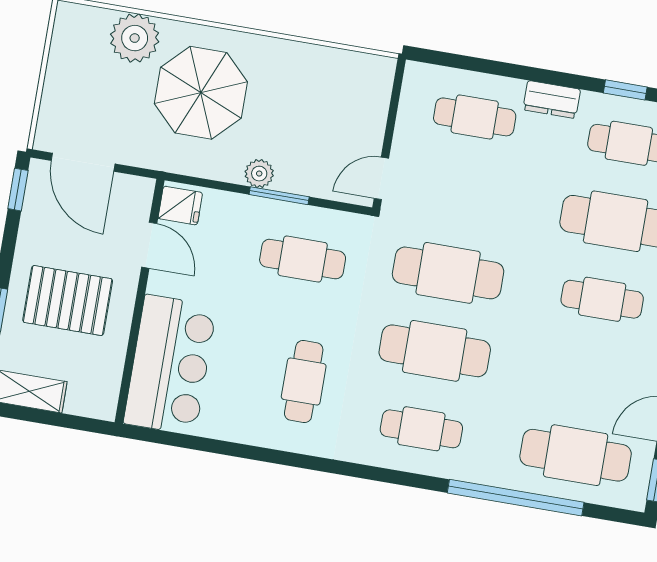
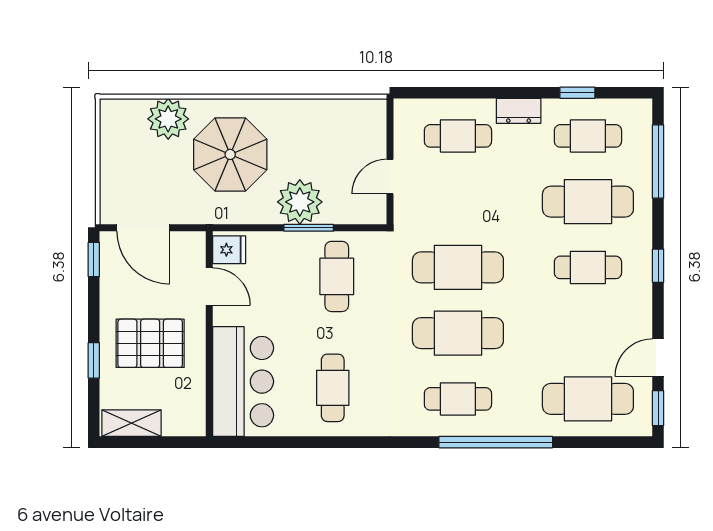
plant: (259, 174) -> (300, 202), width x1.88, depth x1.88
door: (381, 178) -> (390, 176), moved
cafe table: (303, 259) -> (337, 276), turned 90
cafe table: (304, 382) -> (333, 388), moved
window: (516, 498) -> (496, 442), moved

